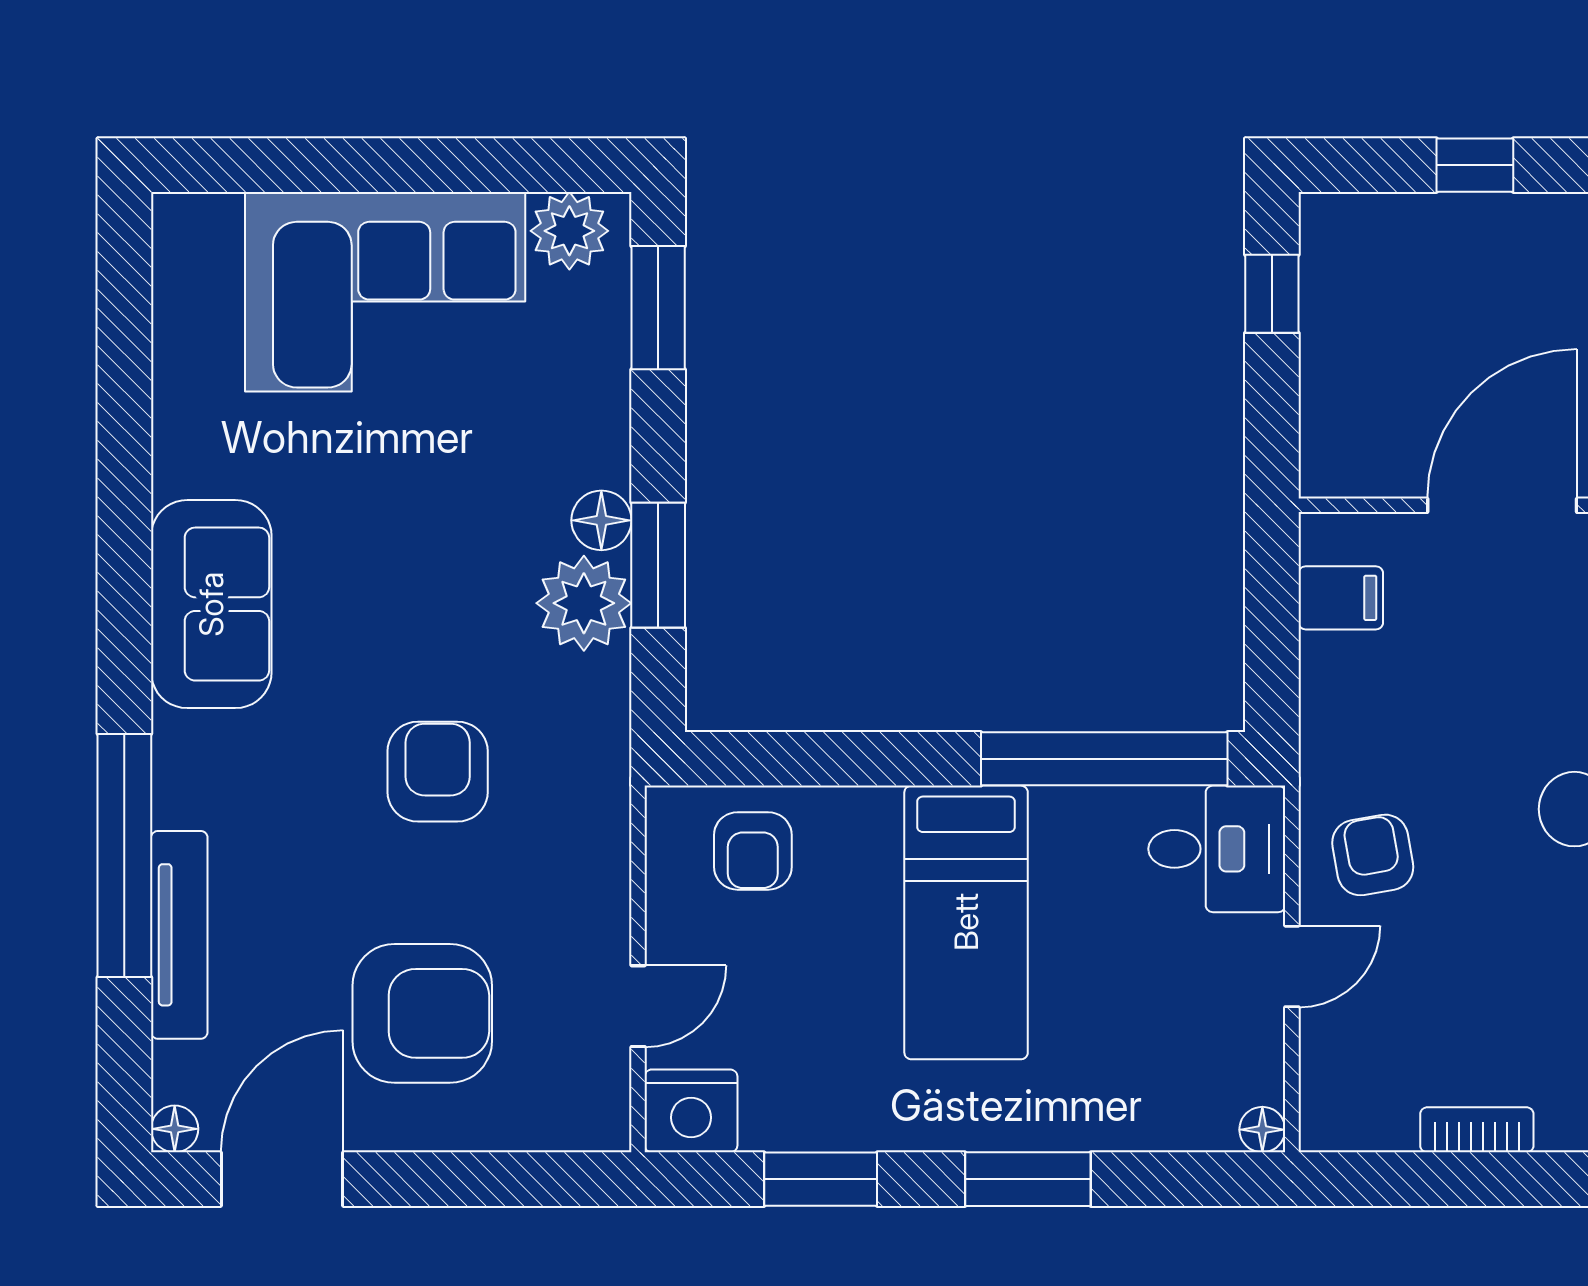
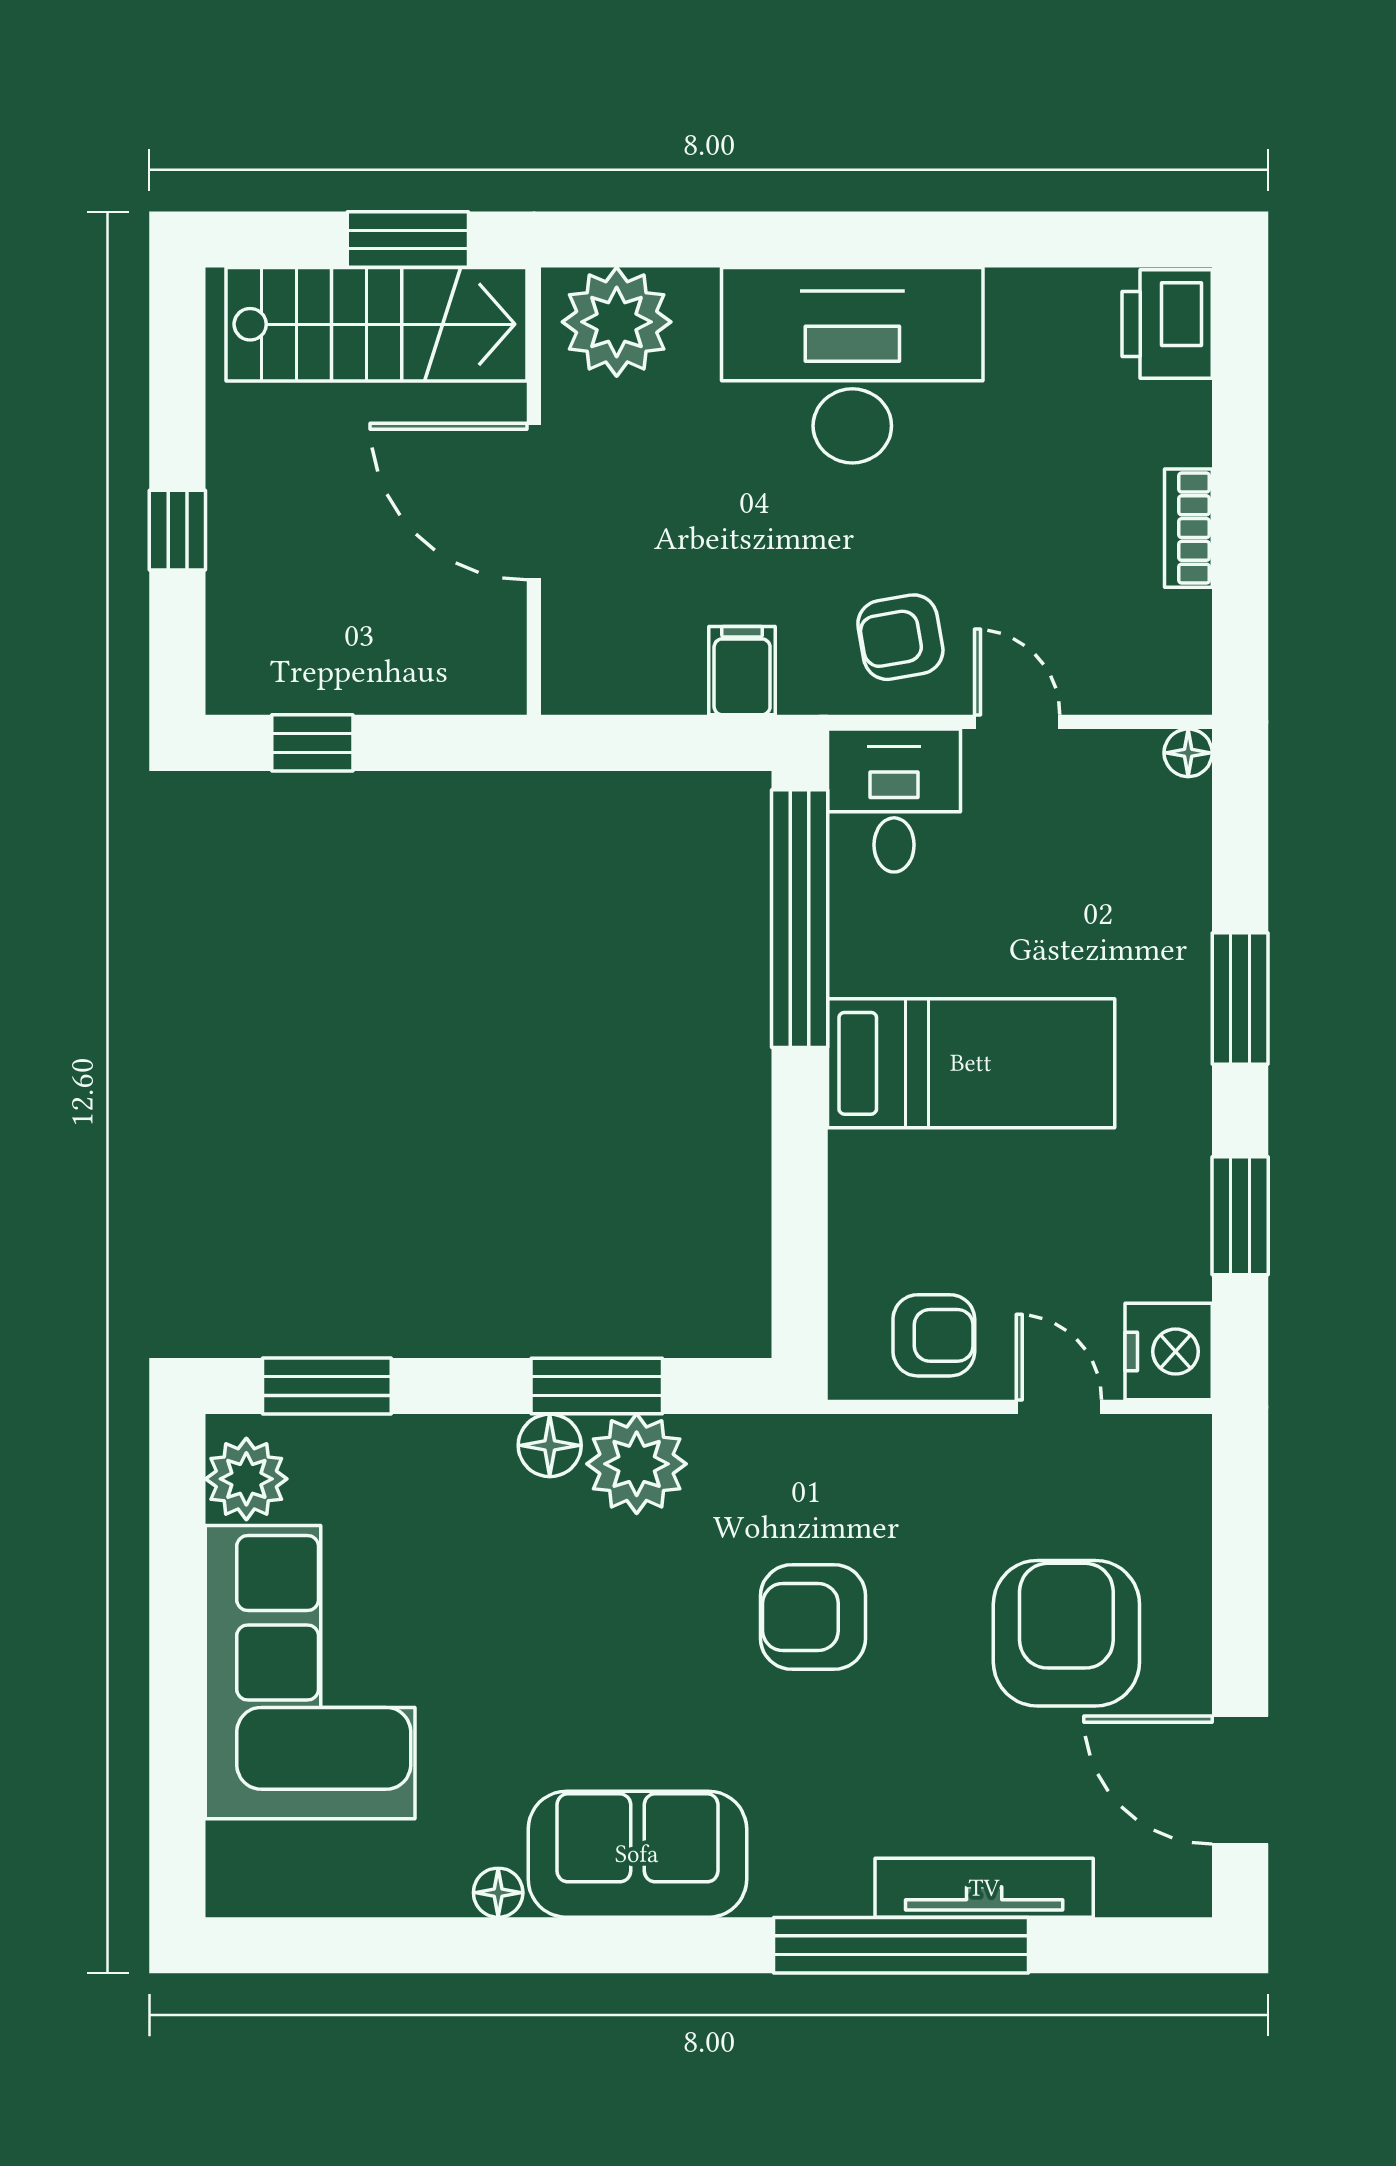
filing cabinet: (1341, 598) -> (742, 671), moved
armchair: (753, 851) -> (934, 1335), moved
floor lamp: (175, 1129) -> (498, 1893), moved

